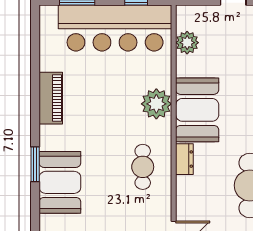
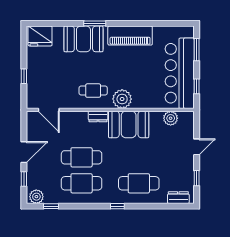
piano: (51, 98) -> (130, 36), width x1.37, depth x1.33
plant: (156, 104) -> (122, 99), moved

